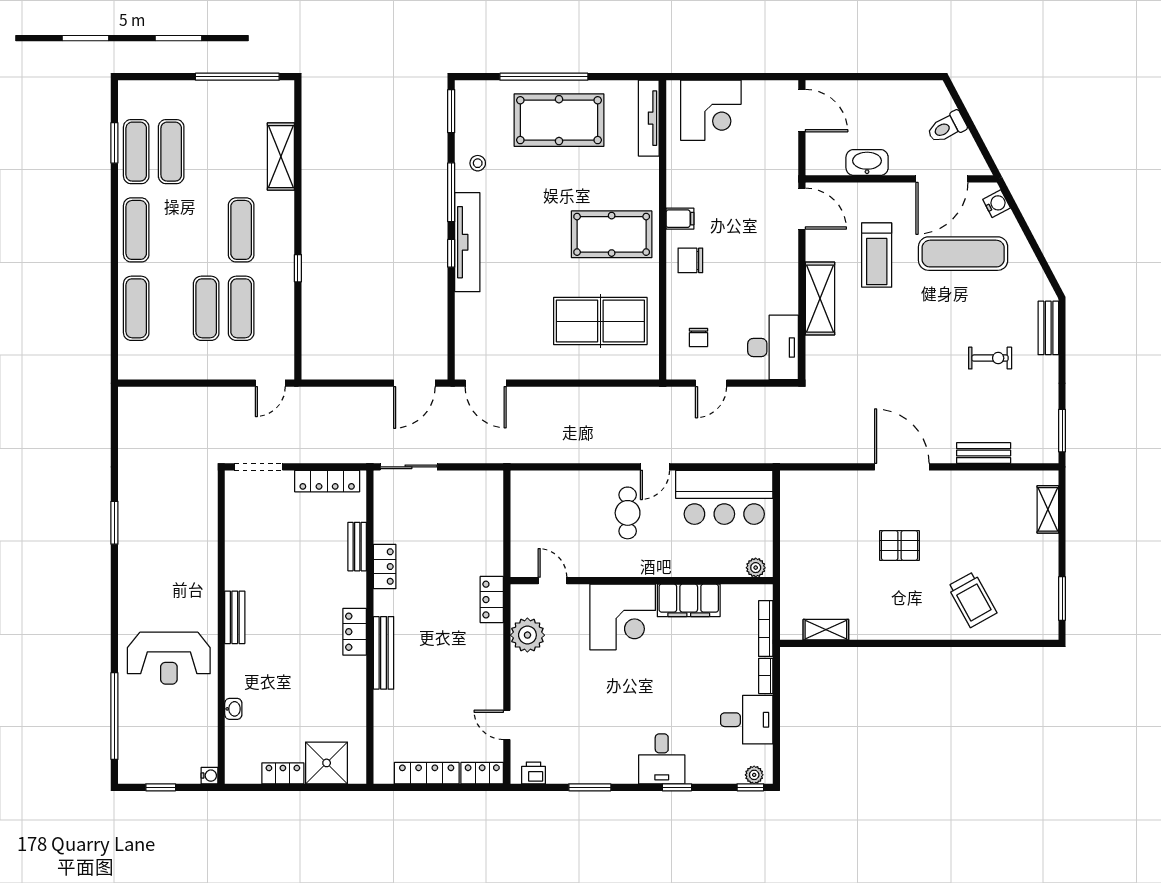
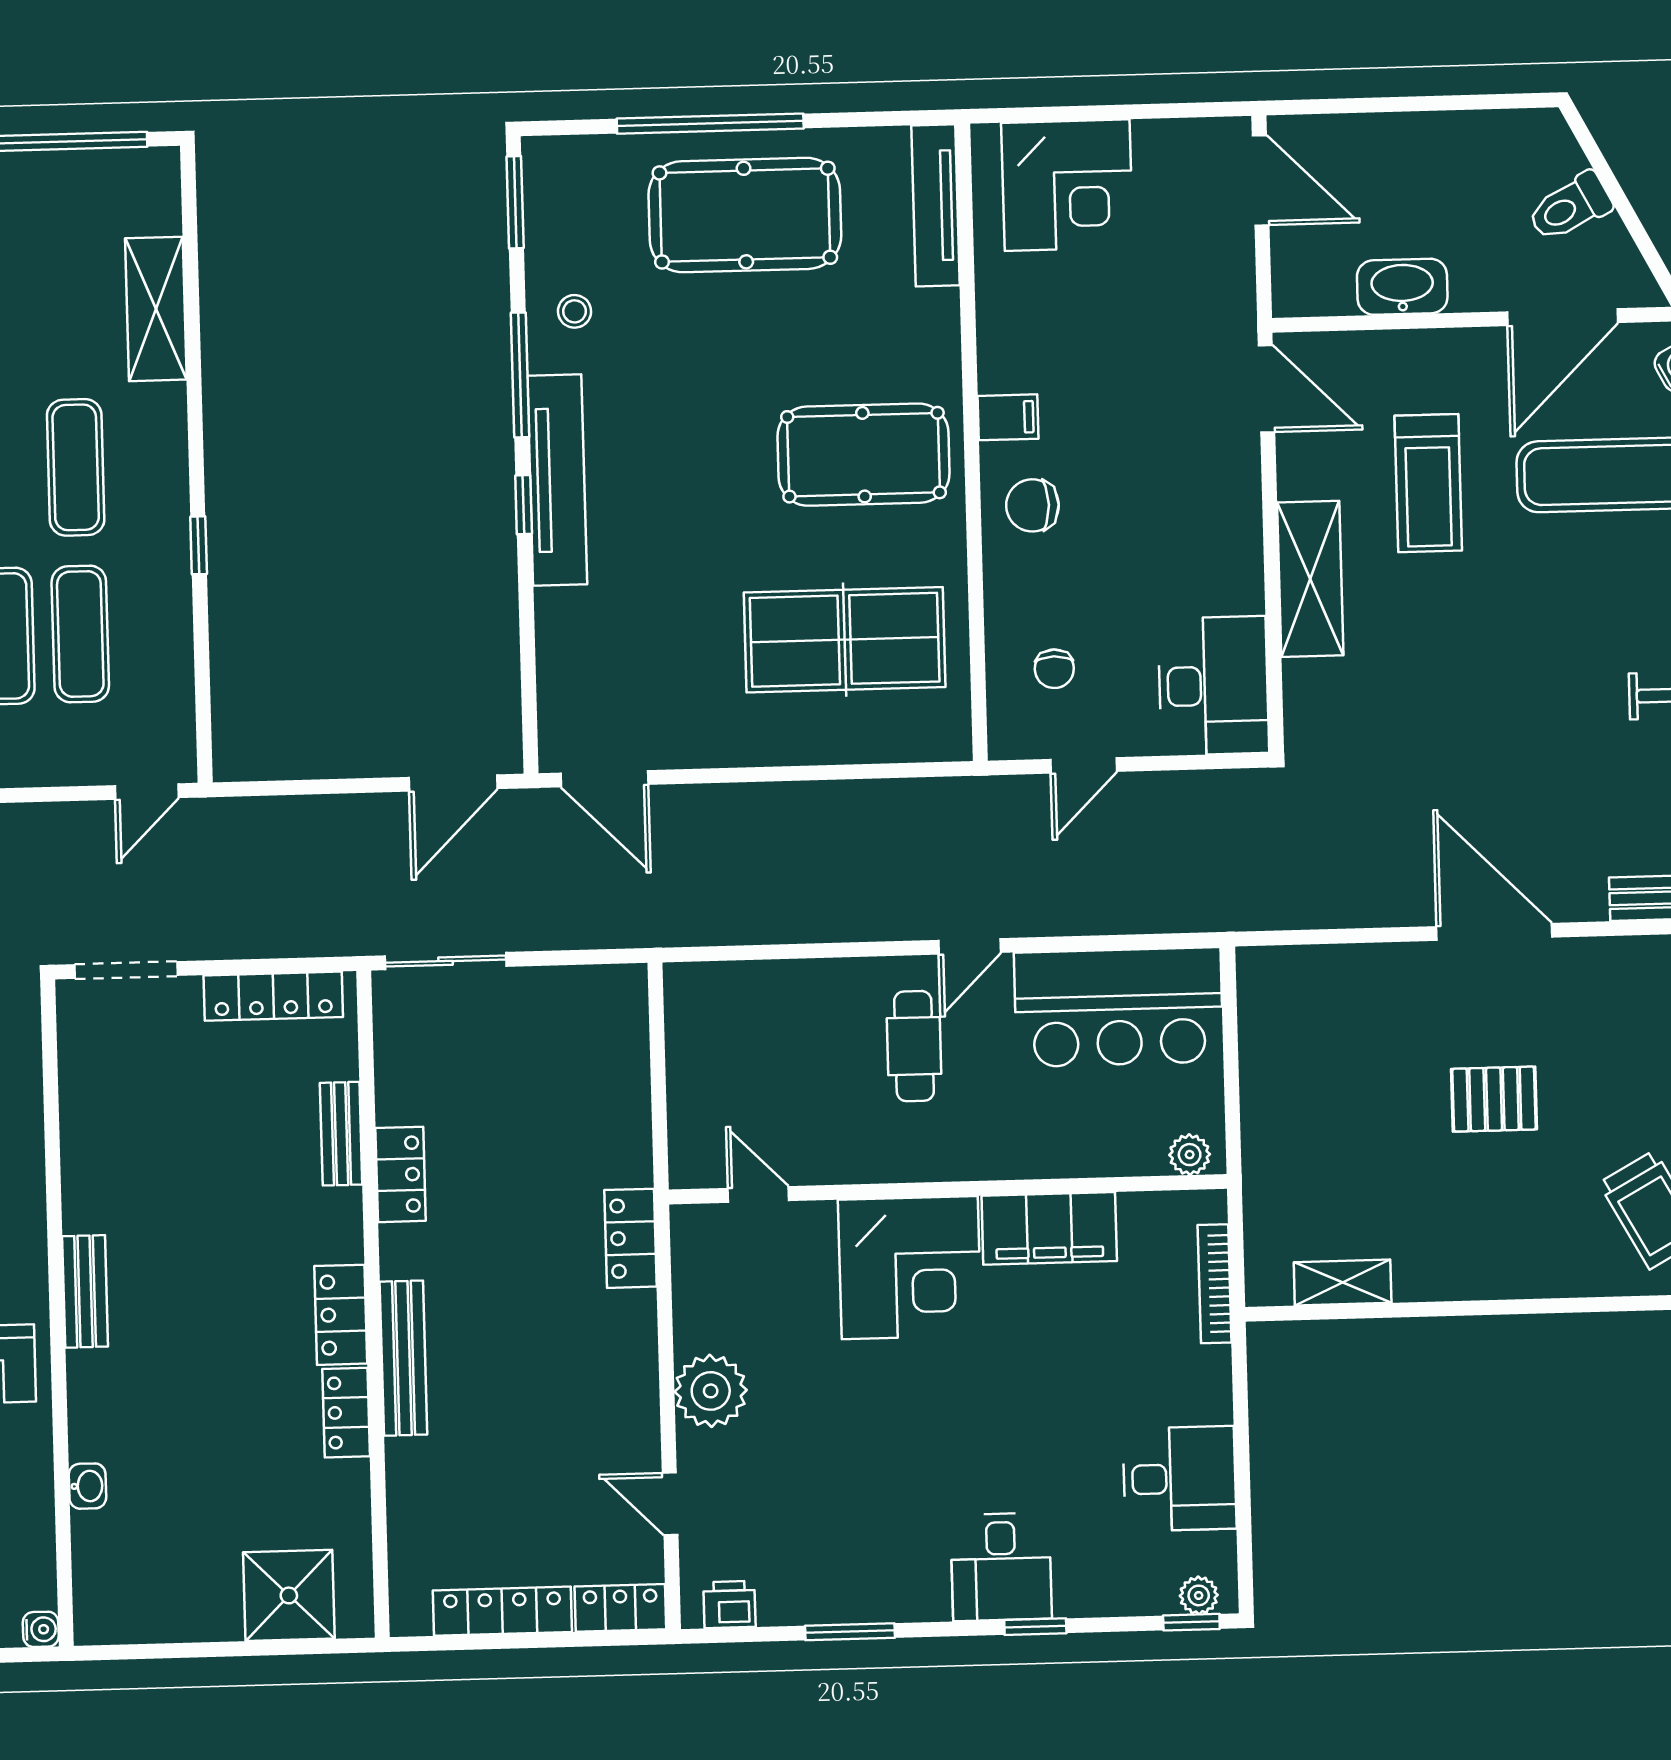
plant: (527, 635) -> (711, 1391), moved
bookcase: (766, 676) -> (1217, 1384), removed
locker: (283, 773) -> (346, 1413), moved, turned -90

